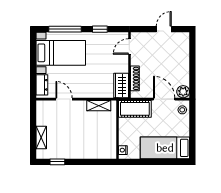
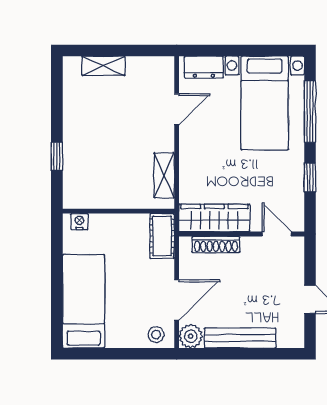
bench: (184, 66) -> (240, 338), added
wardrobe: (121, 85) -> (214, 218), width x1.50
cot: (135, 109) -> (162, 236), width x0.73, depth x0.75
window: (57, 162) -> (57, 156), moved

